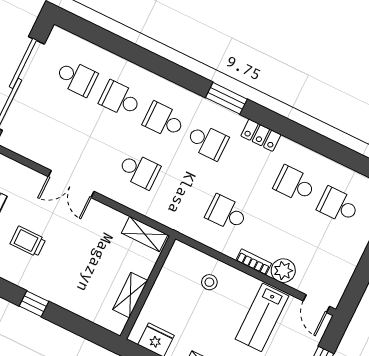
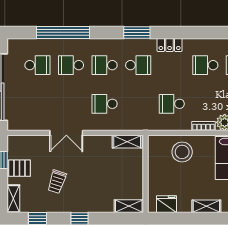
window: (131, 52) -> (63, 32), added
school desk: (139, 171) -> (105, 104), turned 180
trolley: (28, 241) -> (57, 182), turned -72
stool: (209, 282) -> (182, 152), width x1.89, depth x1.89
shelving: (130, 295) -> (129, 206), moved, turned 90

